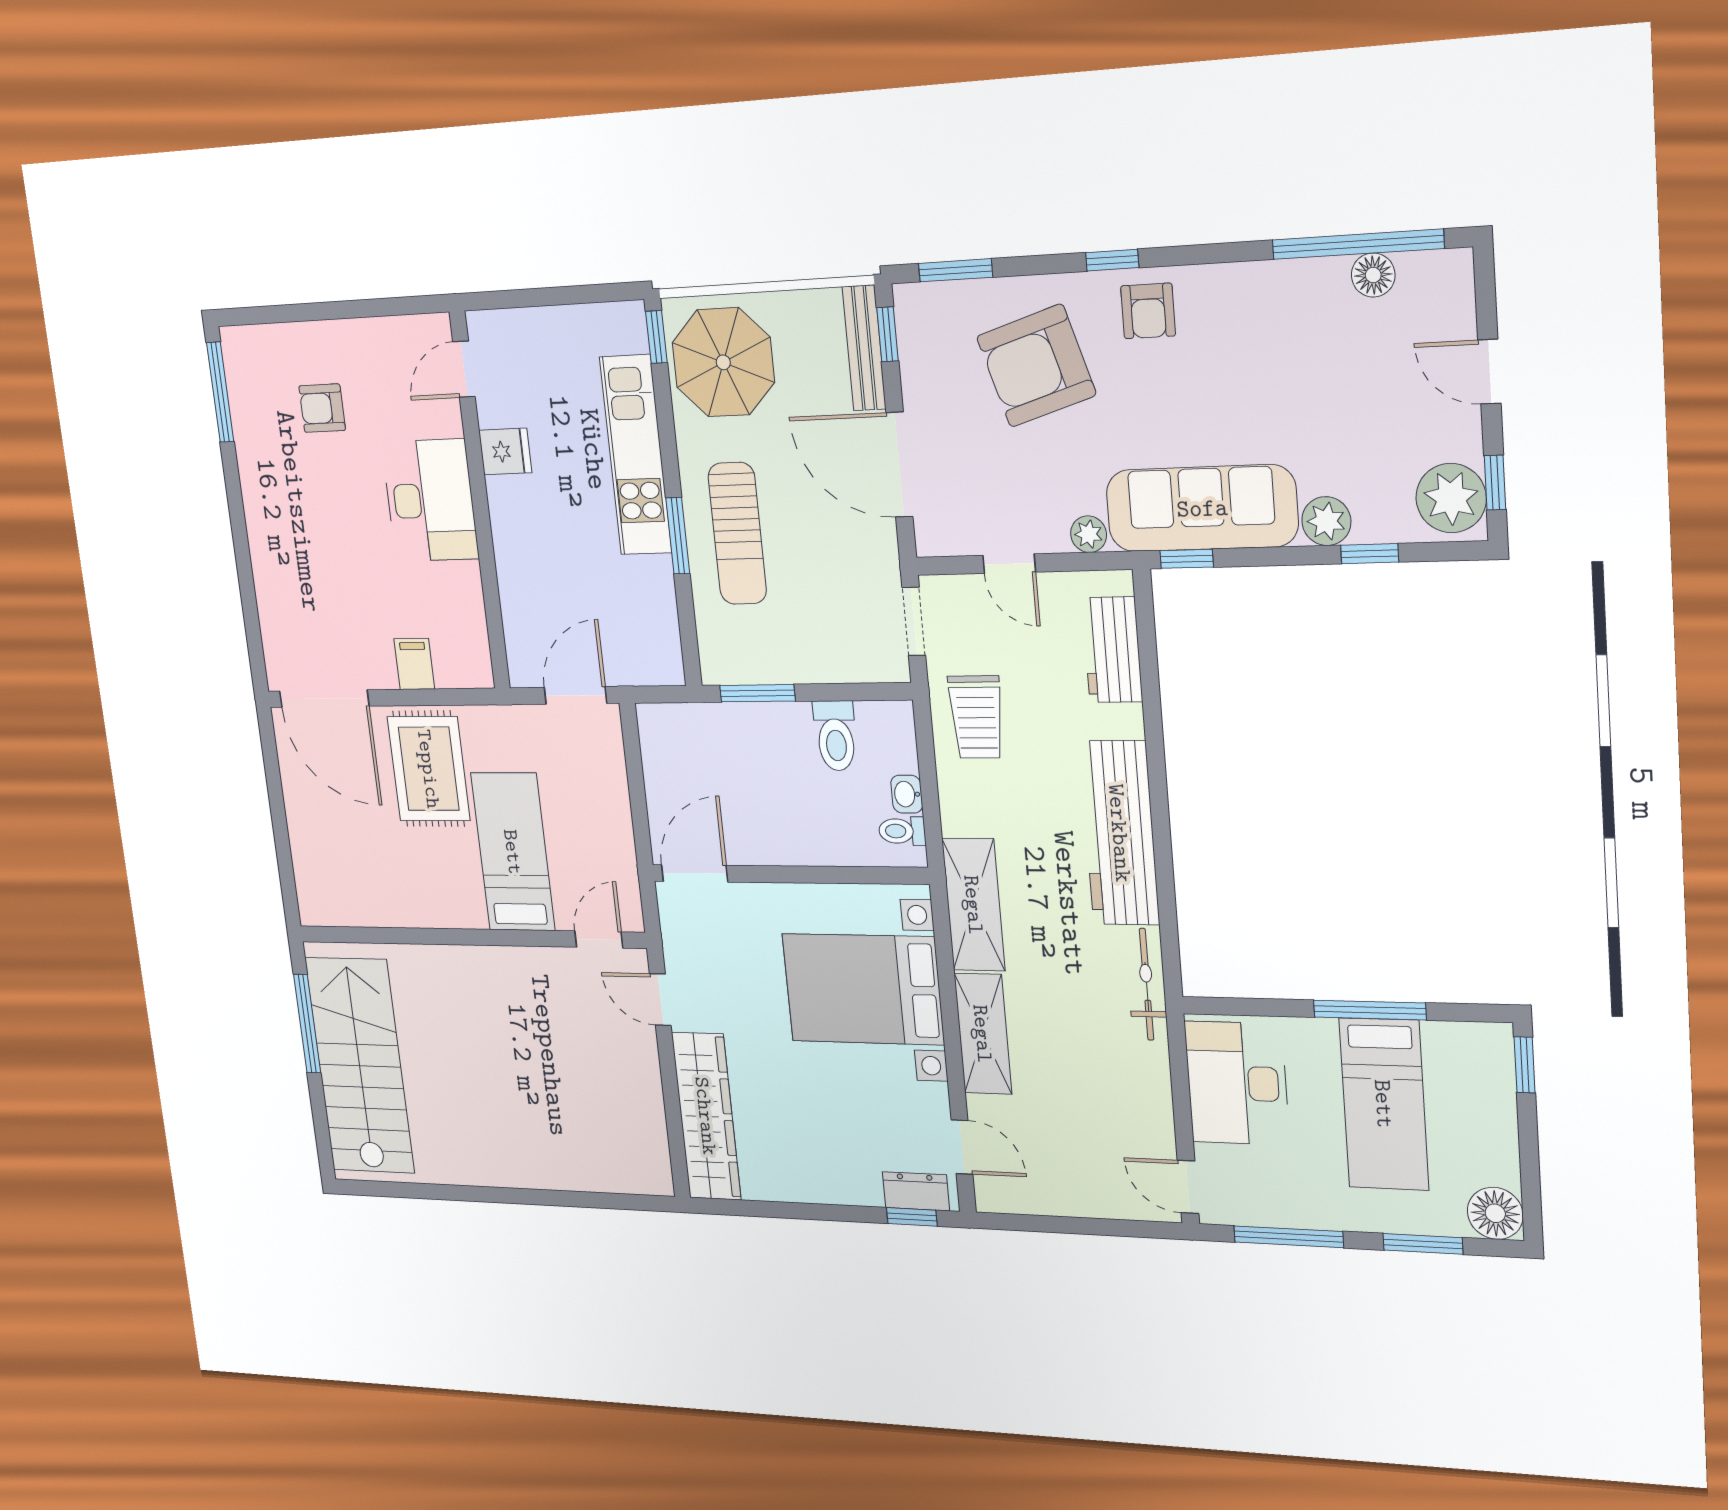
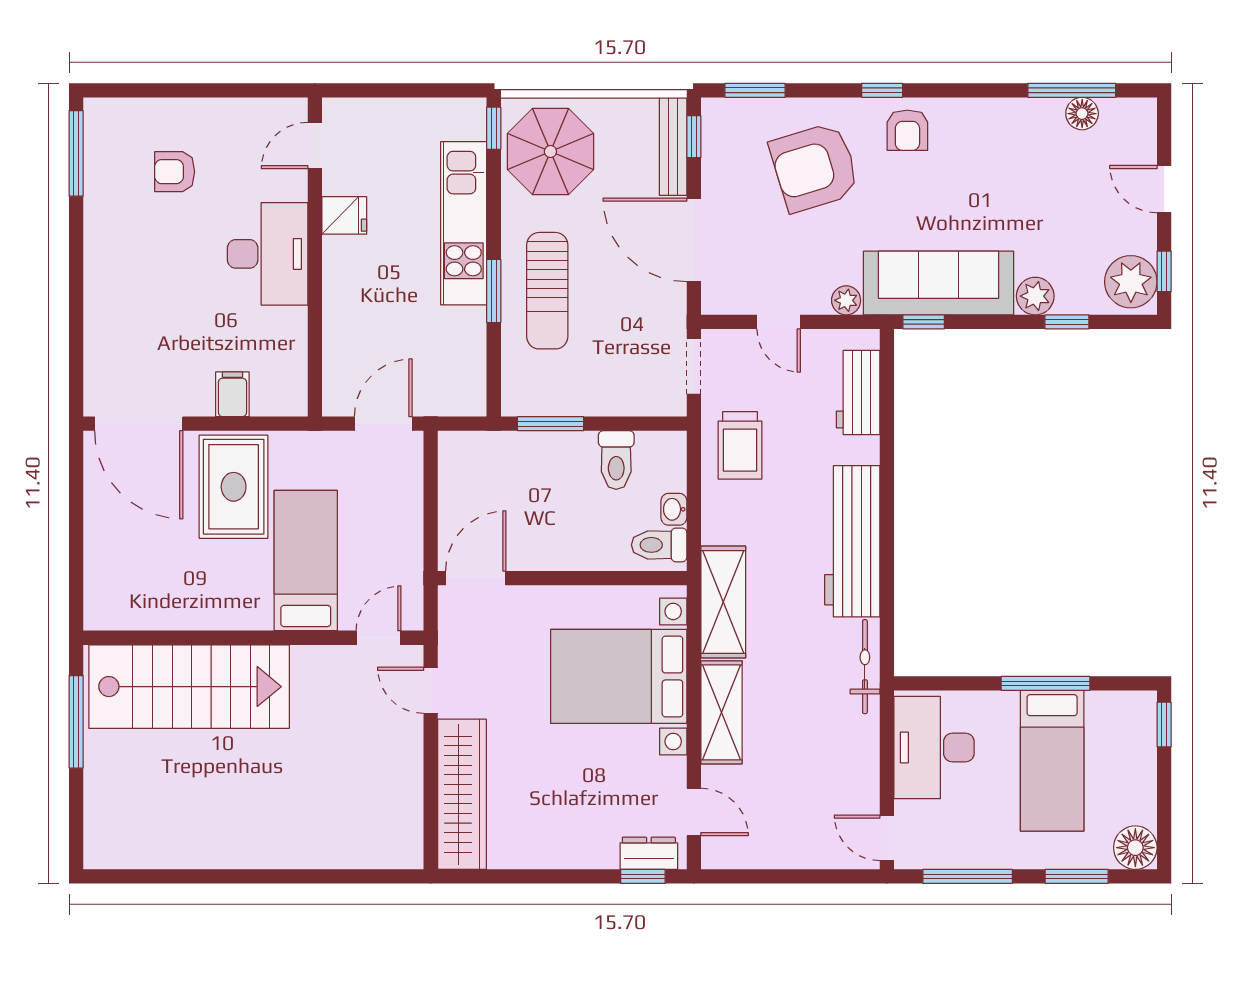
window: (1358, 244) -> (1072, 90), width x0.68
toilet: (902, 831) -> (659, 545), width x1.37, depth x1.39
stairs: (360, 1066) -> (189, 687), moved, turned 90

